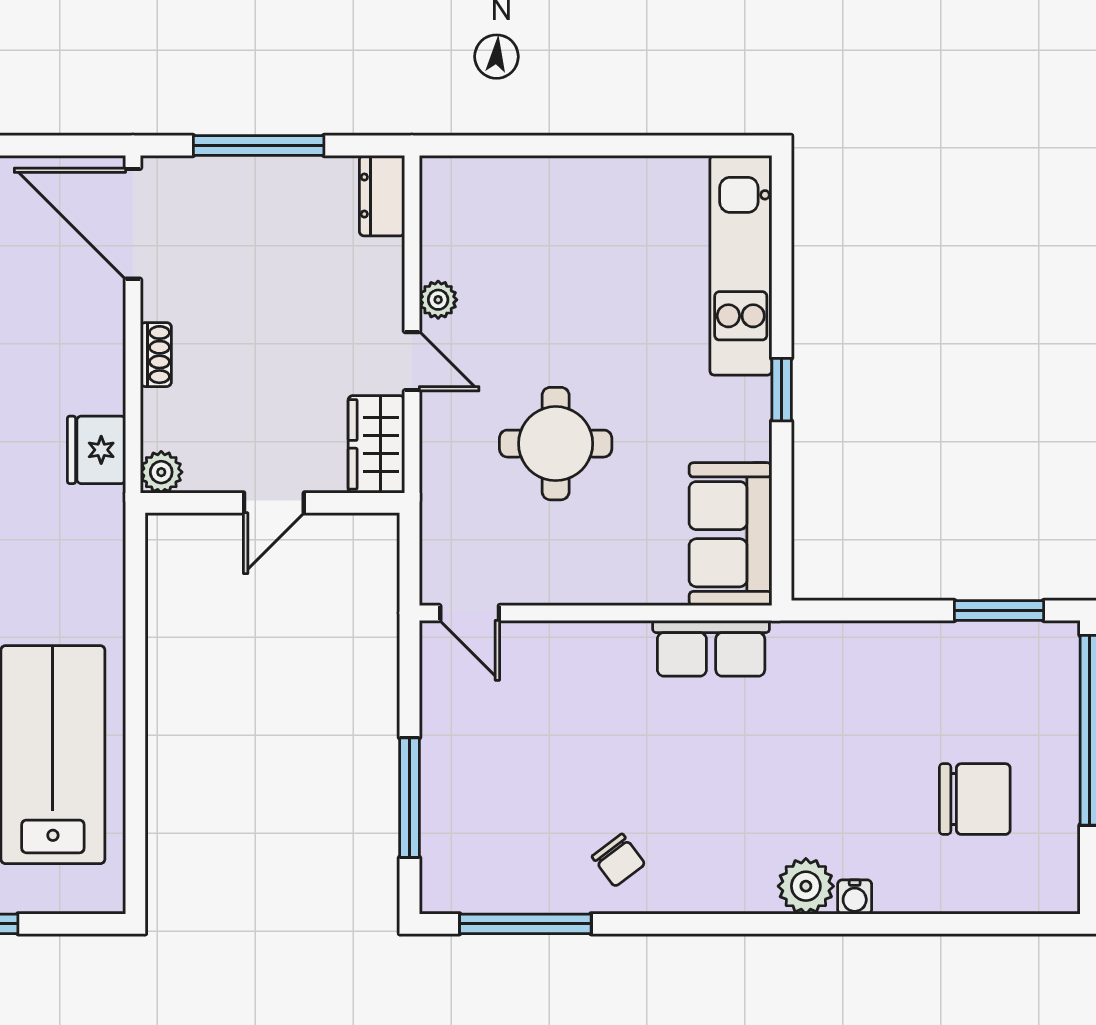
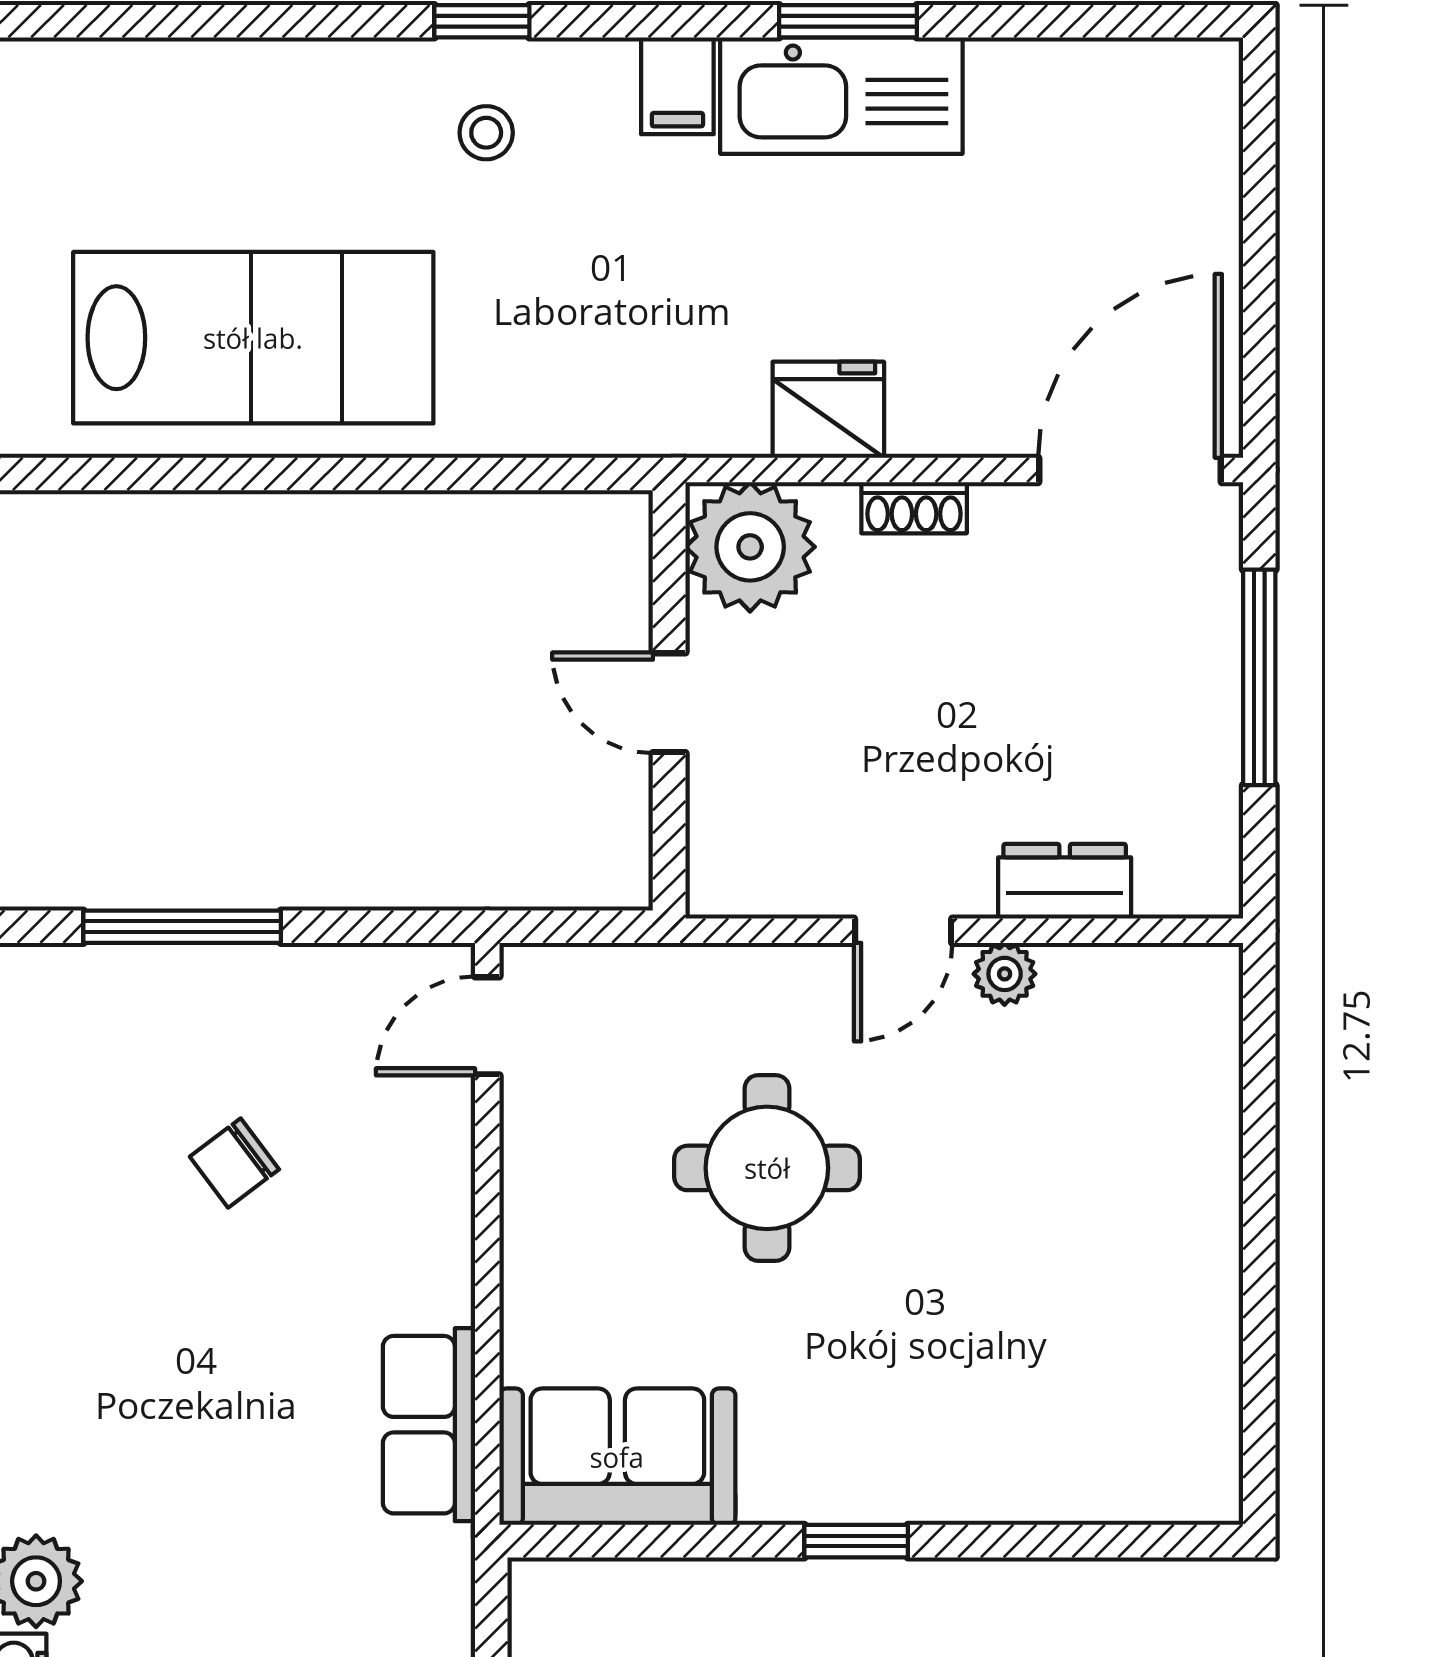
dresser: (382, 196) -> (1065, 881), moved
kitchen unit: (741, 265) -> (1062, 1474), removed
wardrobe: (376, 444) -> (766, 872), removed
fridge: (97, 450) -> (828, 410), moved
plant: (161, 472) -> (750, 547), width x1.88, depth x1.88
chair: (618, 860) -> (234, 1163), moved

